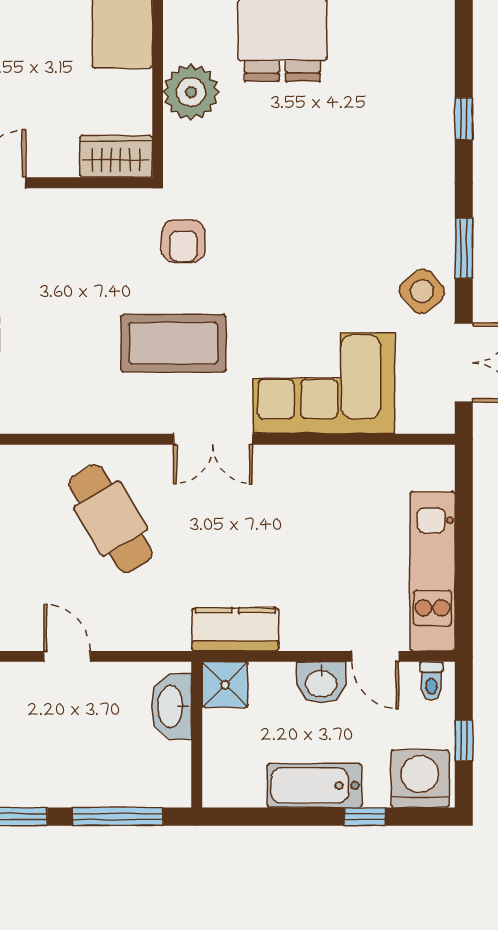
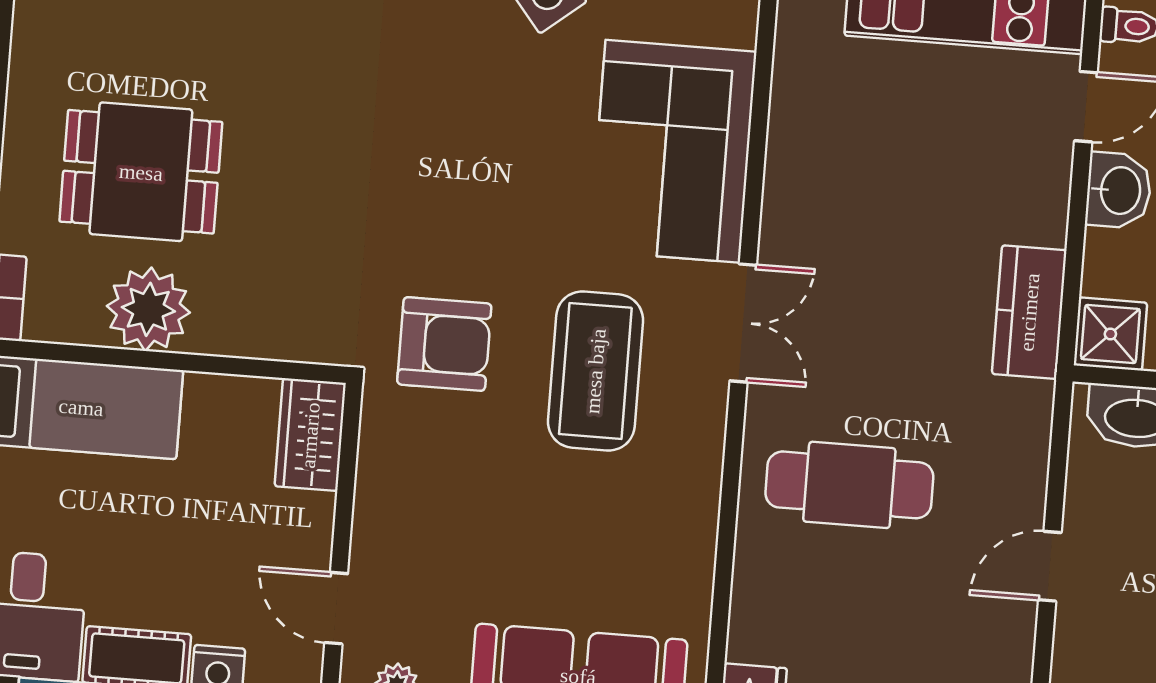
plant: (191, 92) -> (148, 309), moved
armchair: (183, 241) -> (444, 344), width x1.38, depth x1.38
cafe table: (111, 518) -> (849, 485), turned 31

